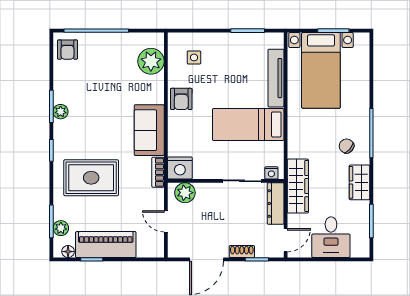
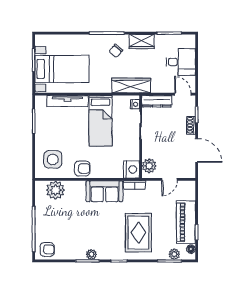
side table: (194, 57) -> (53, 159), width x1.87, depth x1.87
wardrobe: (298, 186) -> (131, 85), moved

